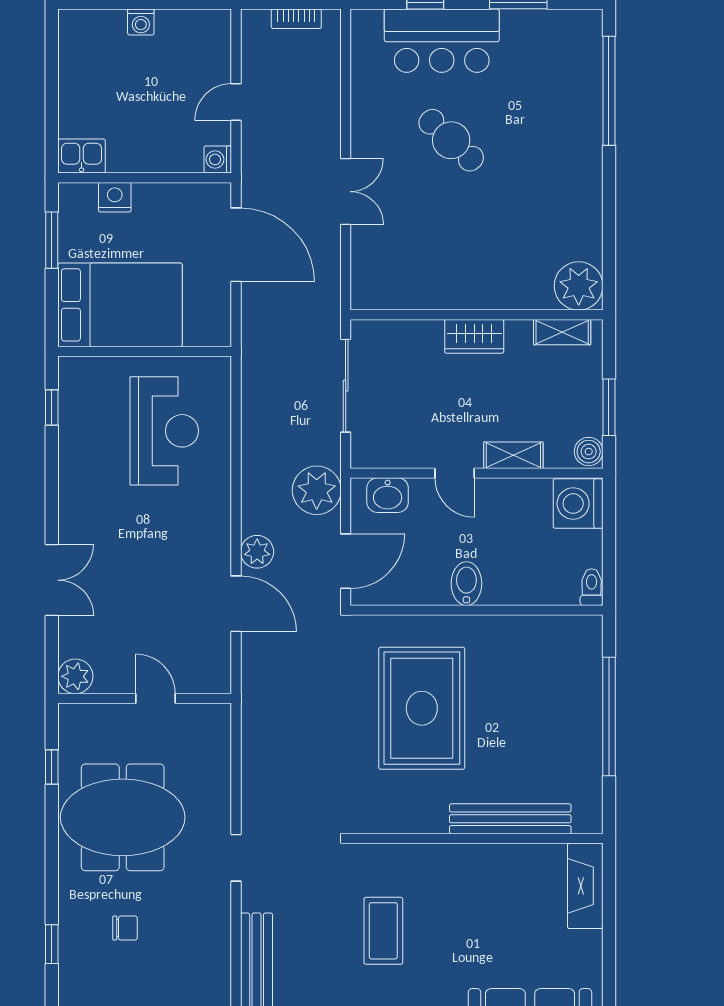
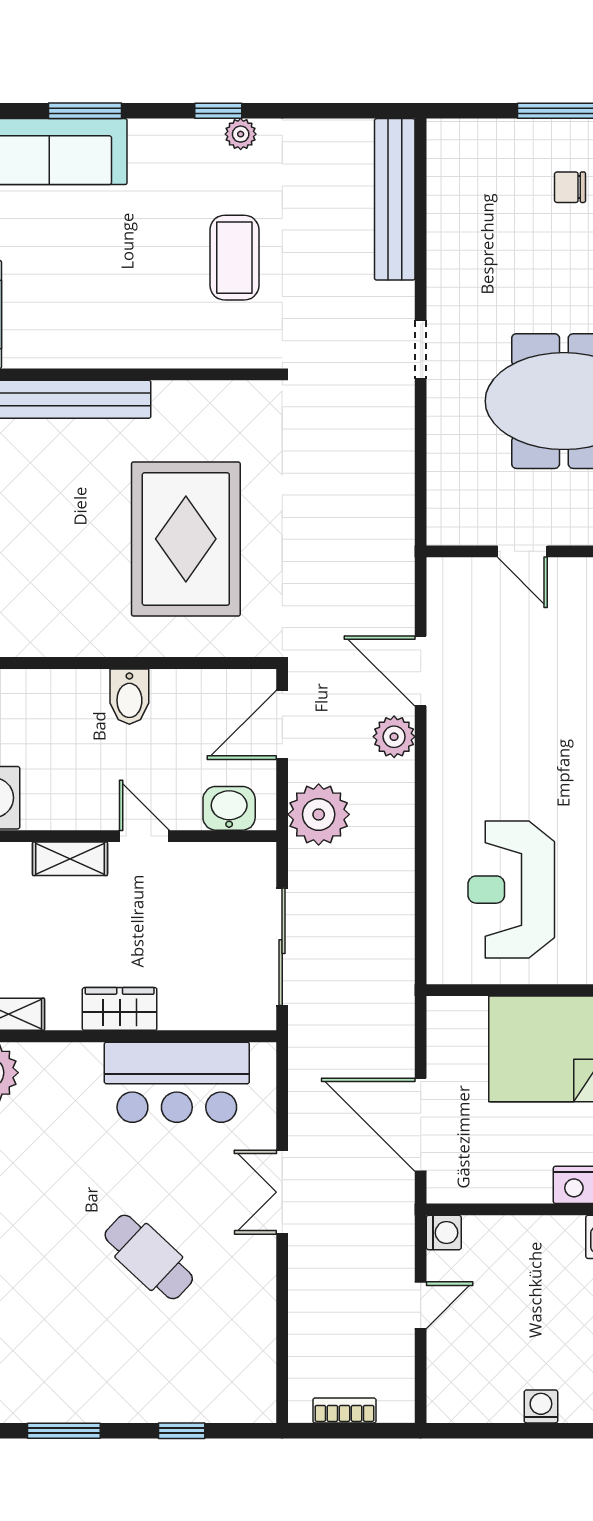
bar counter: (442, 41) -> (177, 1082), moved, turned 180
chair: (125, 928) -> (570, 187), moved

